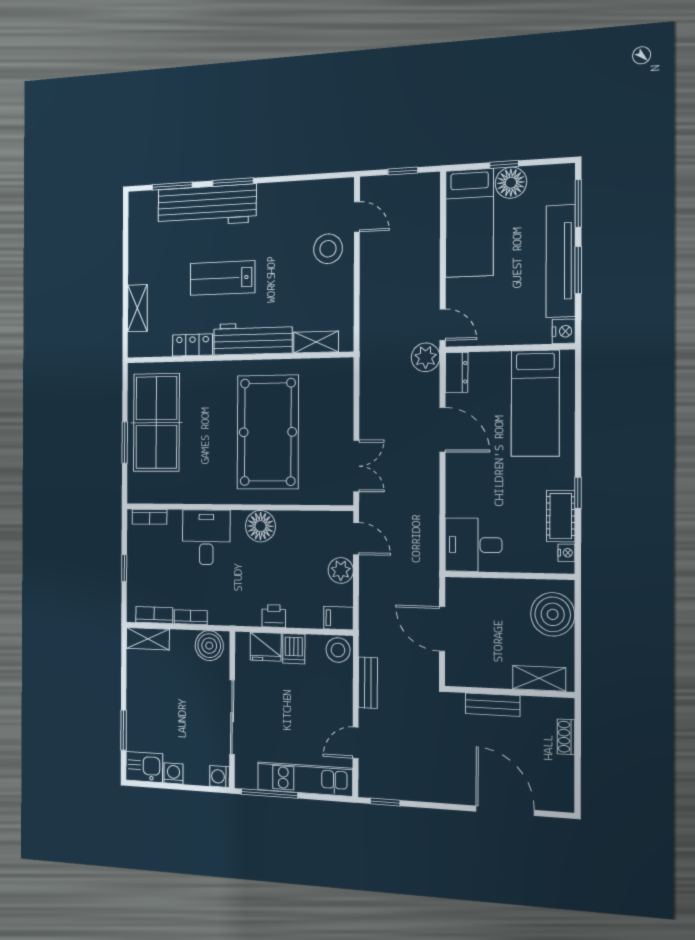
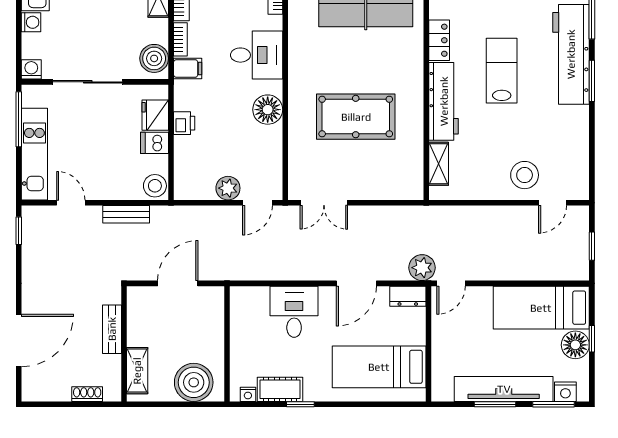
nightstand: (564, 331) -> (565, 392), moved
pool table: (268, 432) -> (356, 117), width x0.73, depth x0.76
desk: (473, 545) -> (294, 312), moved
filing cabinet: (338, 618) -> (188, 68), moved, turned 90

